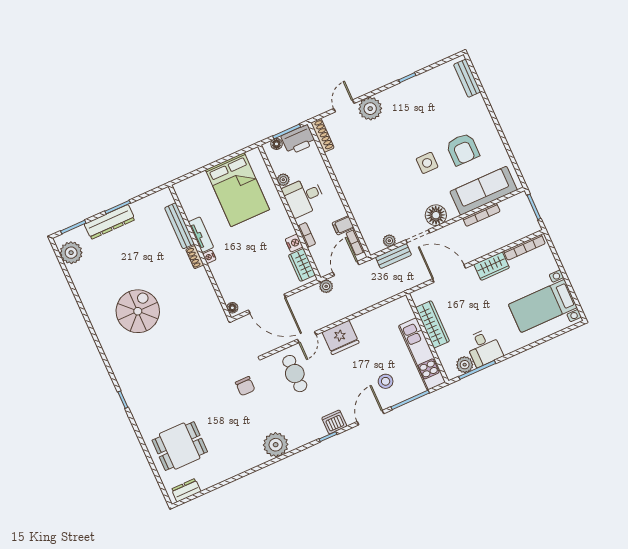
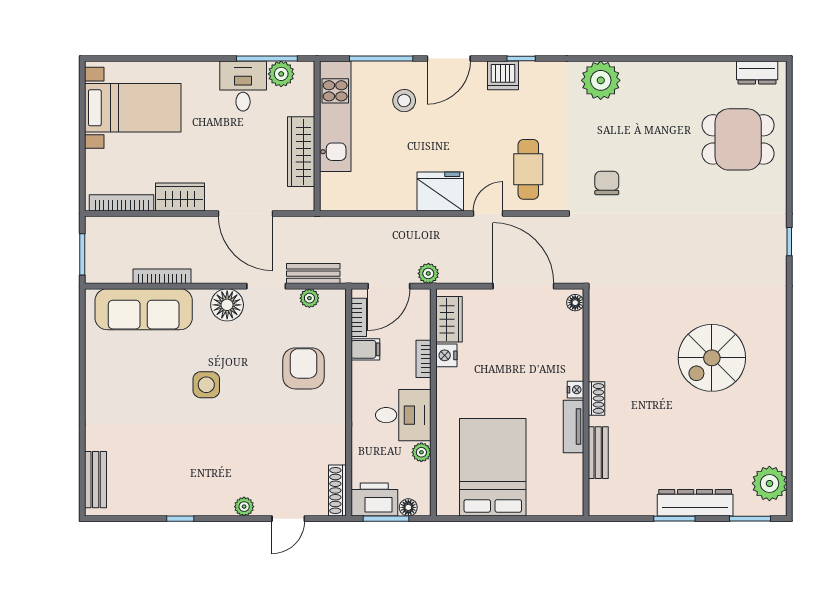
plant: (370, 109) -> (244, 507), width x0.53, depth x0.53
armchair: (463, 149) -> (303, 368), moved
bench: (180, 226) -> (598, 453), width x0.73

